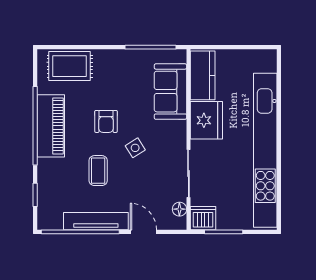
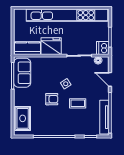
sofa: (170, 92) -> (22, 73), moved, turned -90
piano: (51, 126) -> (54, 128), removed
tv unit: (96, 221) -> (104, 117), moved
door: (143, 232) -> (110, 79), hinge flipped

